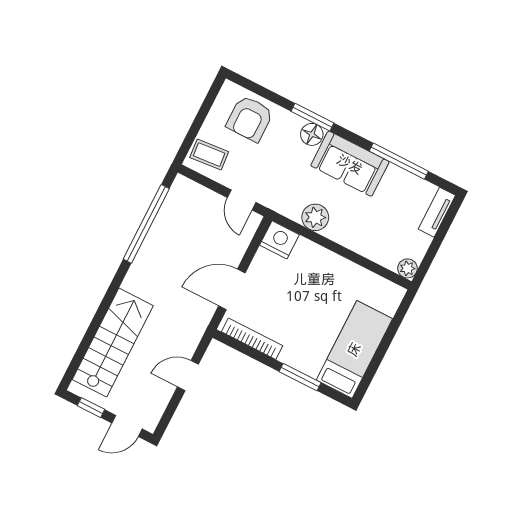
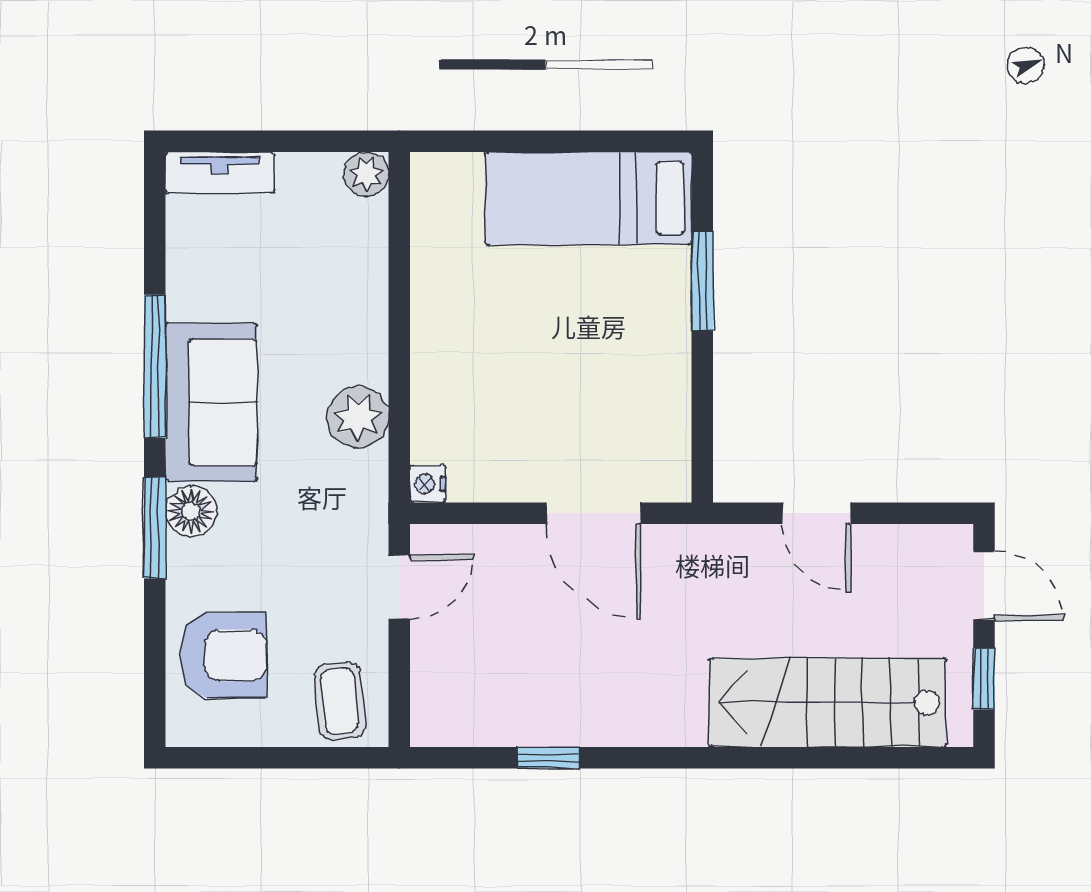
window: (399, 161) -> (155, 366), moved
window: (146, 224) -> (548, 758), width x0.32
nightstand: (279, 240) -> (428, 484), width x0.53, depth x0.56
bookcase: (252, 339) -> (674, 420), removed

